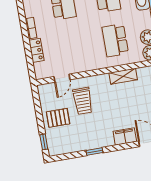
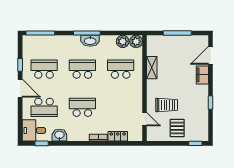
school desk: (115, 40) -> (121, 69), turned 180

